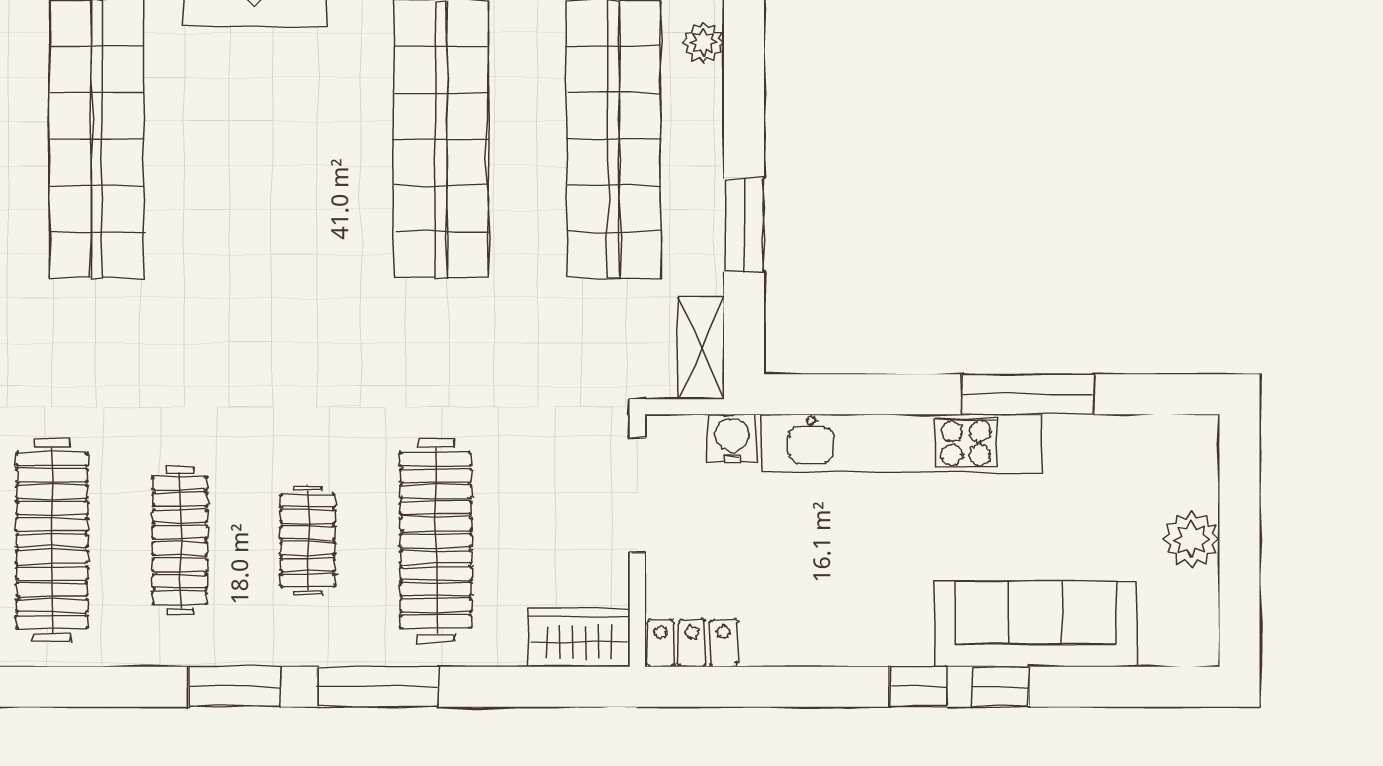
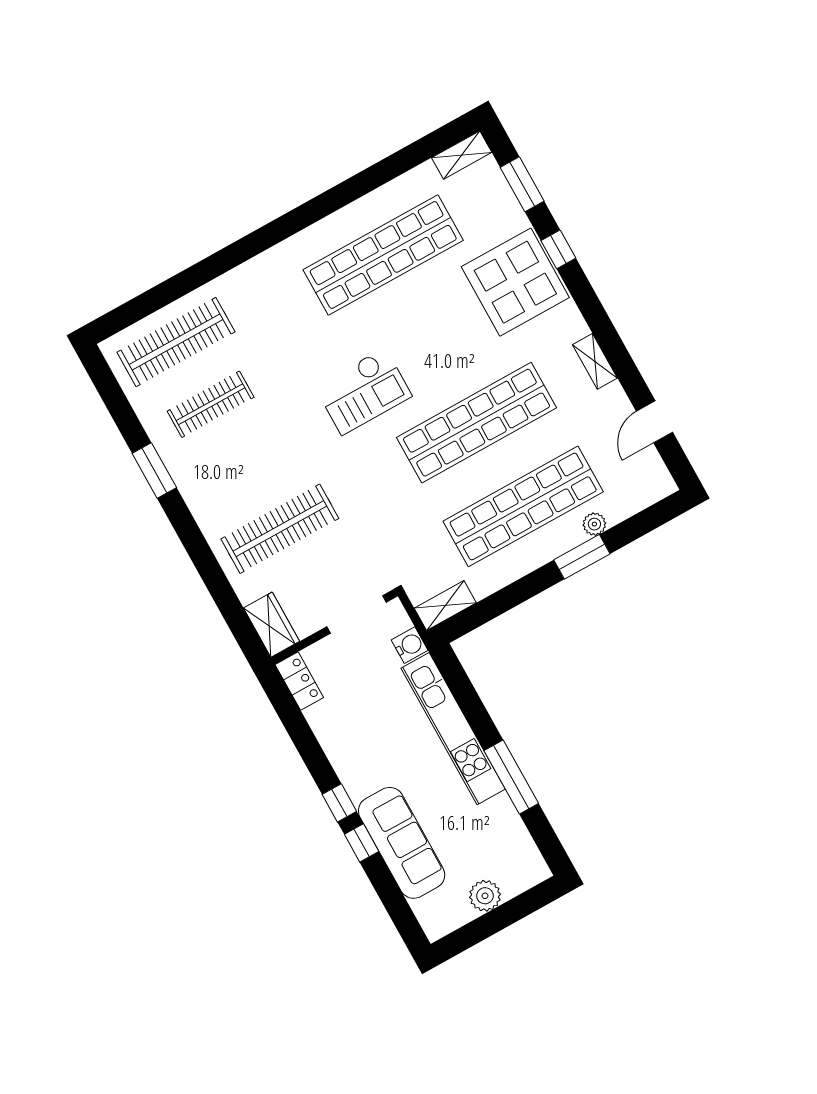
window: (744, 225) -> (582, 557), moved
checkout: (293, 290) -> (363, 391), added
clothes rail: (308, 541) -> (245, 466), removed
window: (378, 687) -> (193, 540), removed

